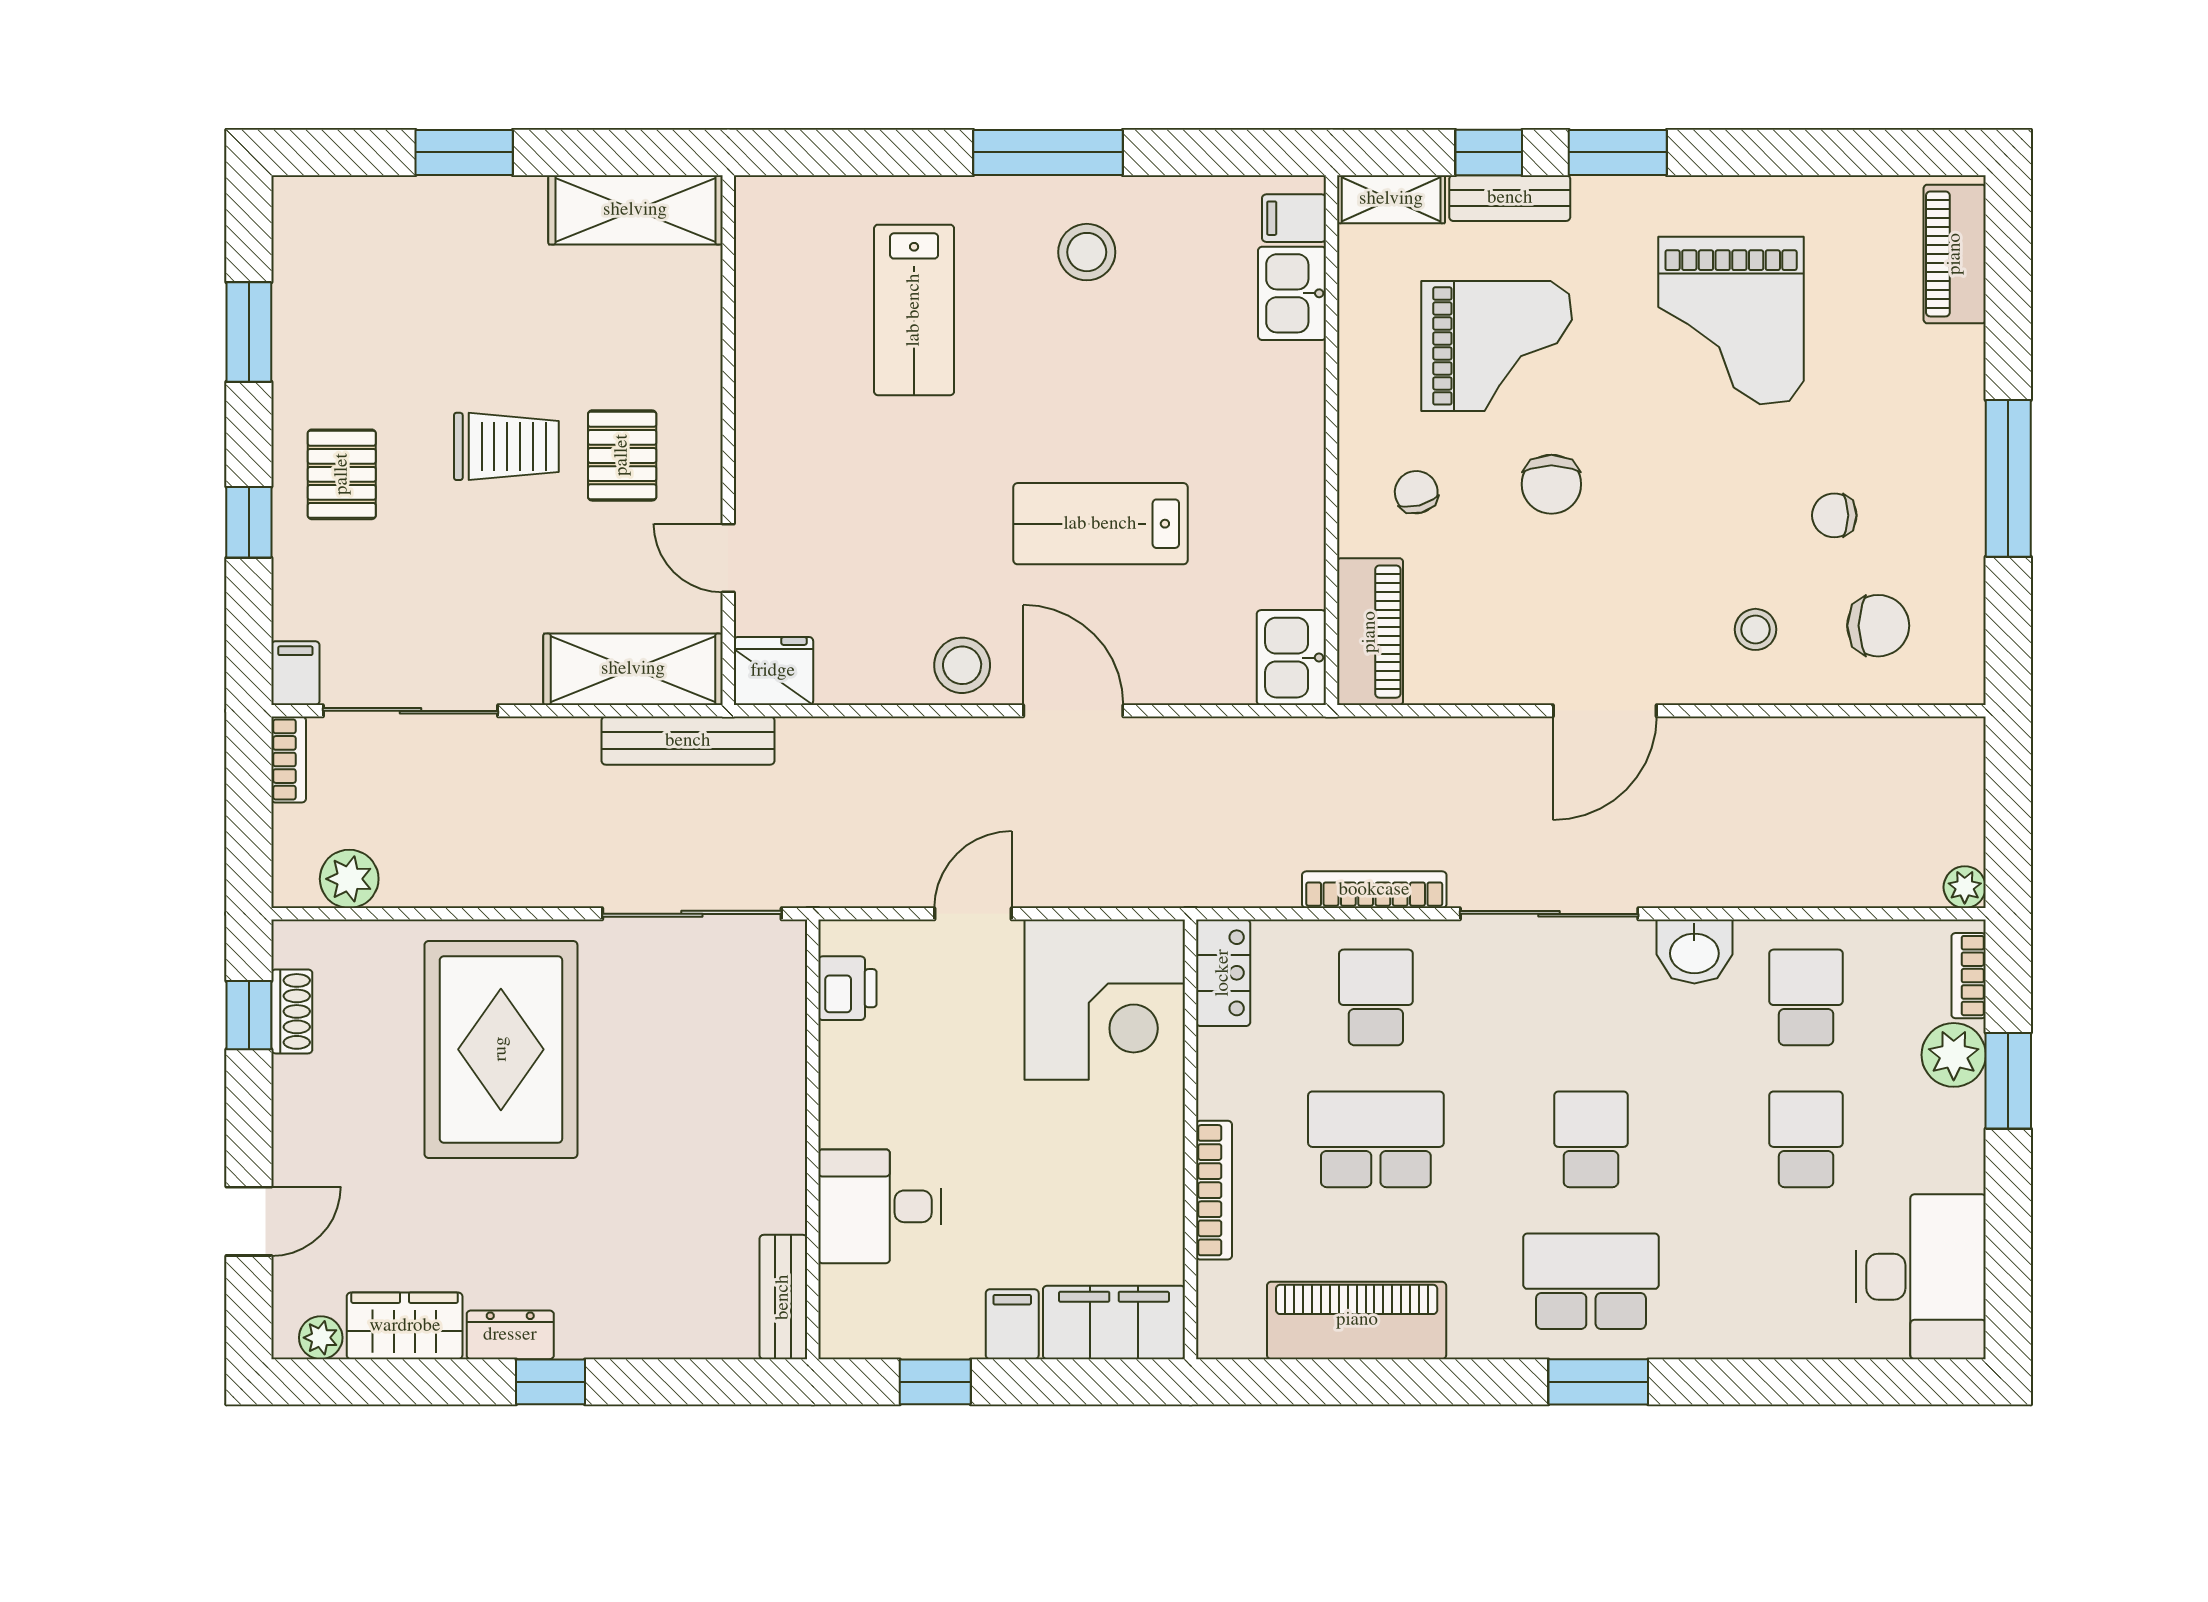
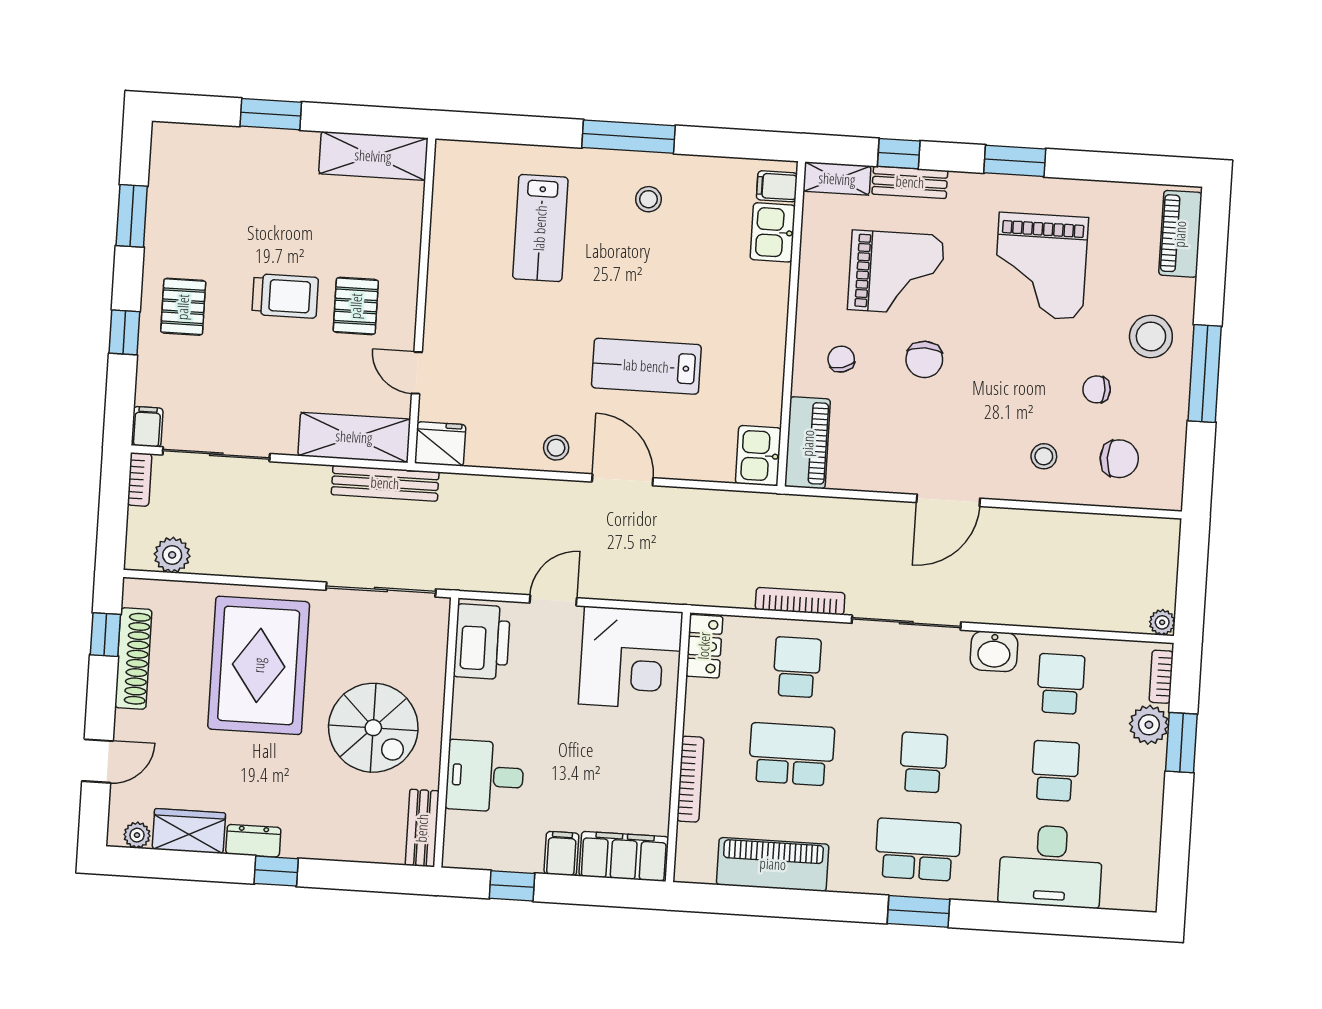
window: (1618, 152) -> (1015, 161), moved
stool: (1087, 252) -> (648, 199), width x0.73, depth x0.73
stool: (1917, 424) -> (1151, 336), added
stool: (962, 665) -> (556, 448), width x0.73, depth x0.73
printer: (847, 988) -> (482, 642), width x1.87, depth x1.48
shoe rack: (292, 1011) -> (133, 659), width x1.94, depth x1.24
spiral stairs: (694, 1139) -> (373, 728), added
desk: (1921, 1277) -> (1051, 866), moved, turned 90

